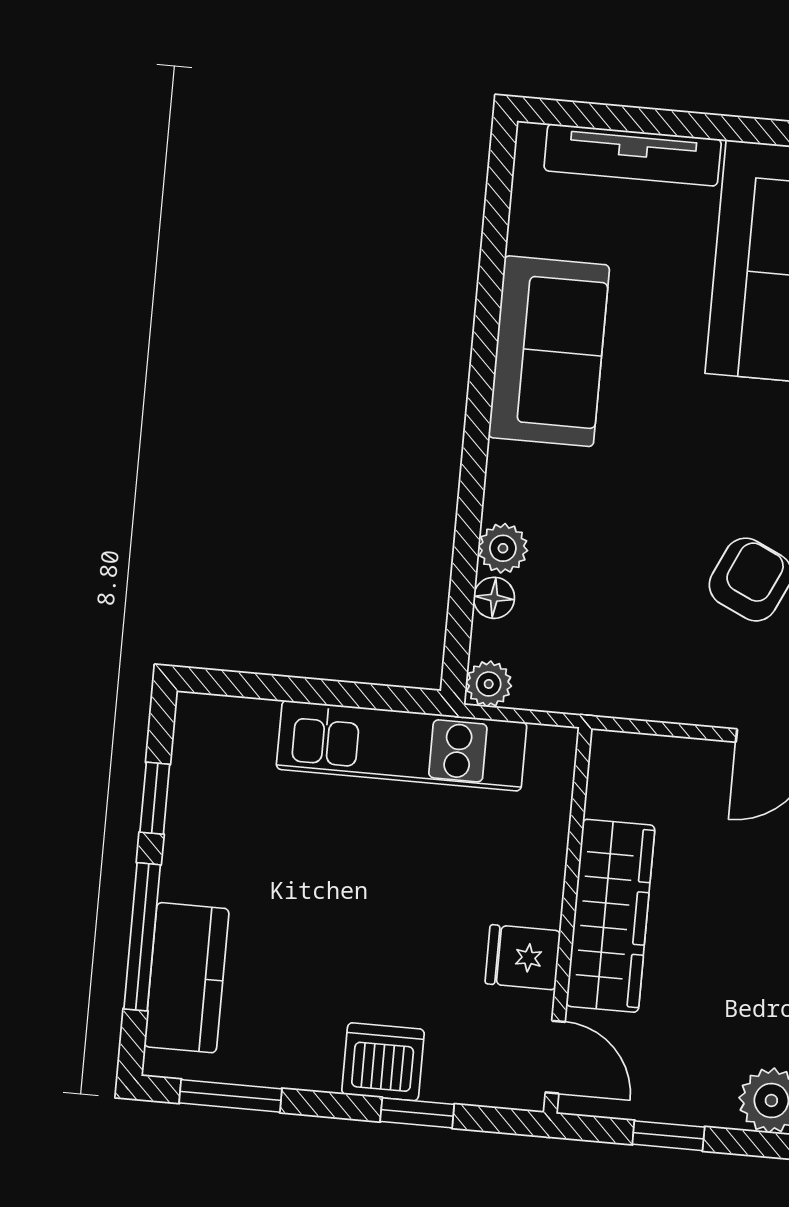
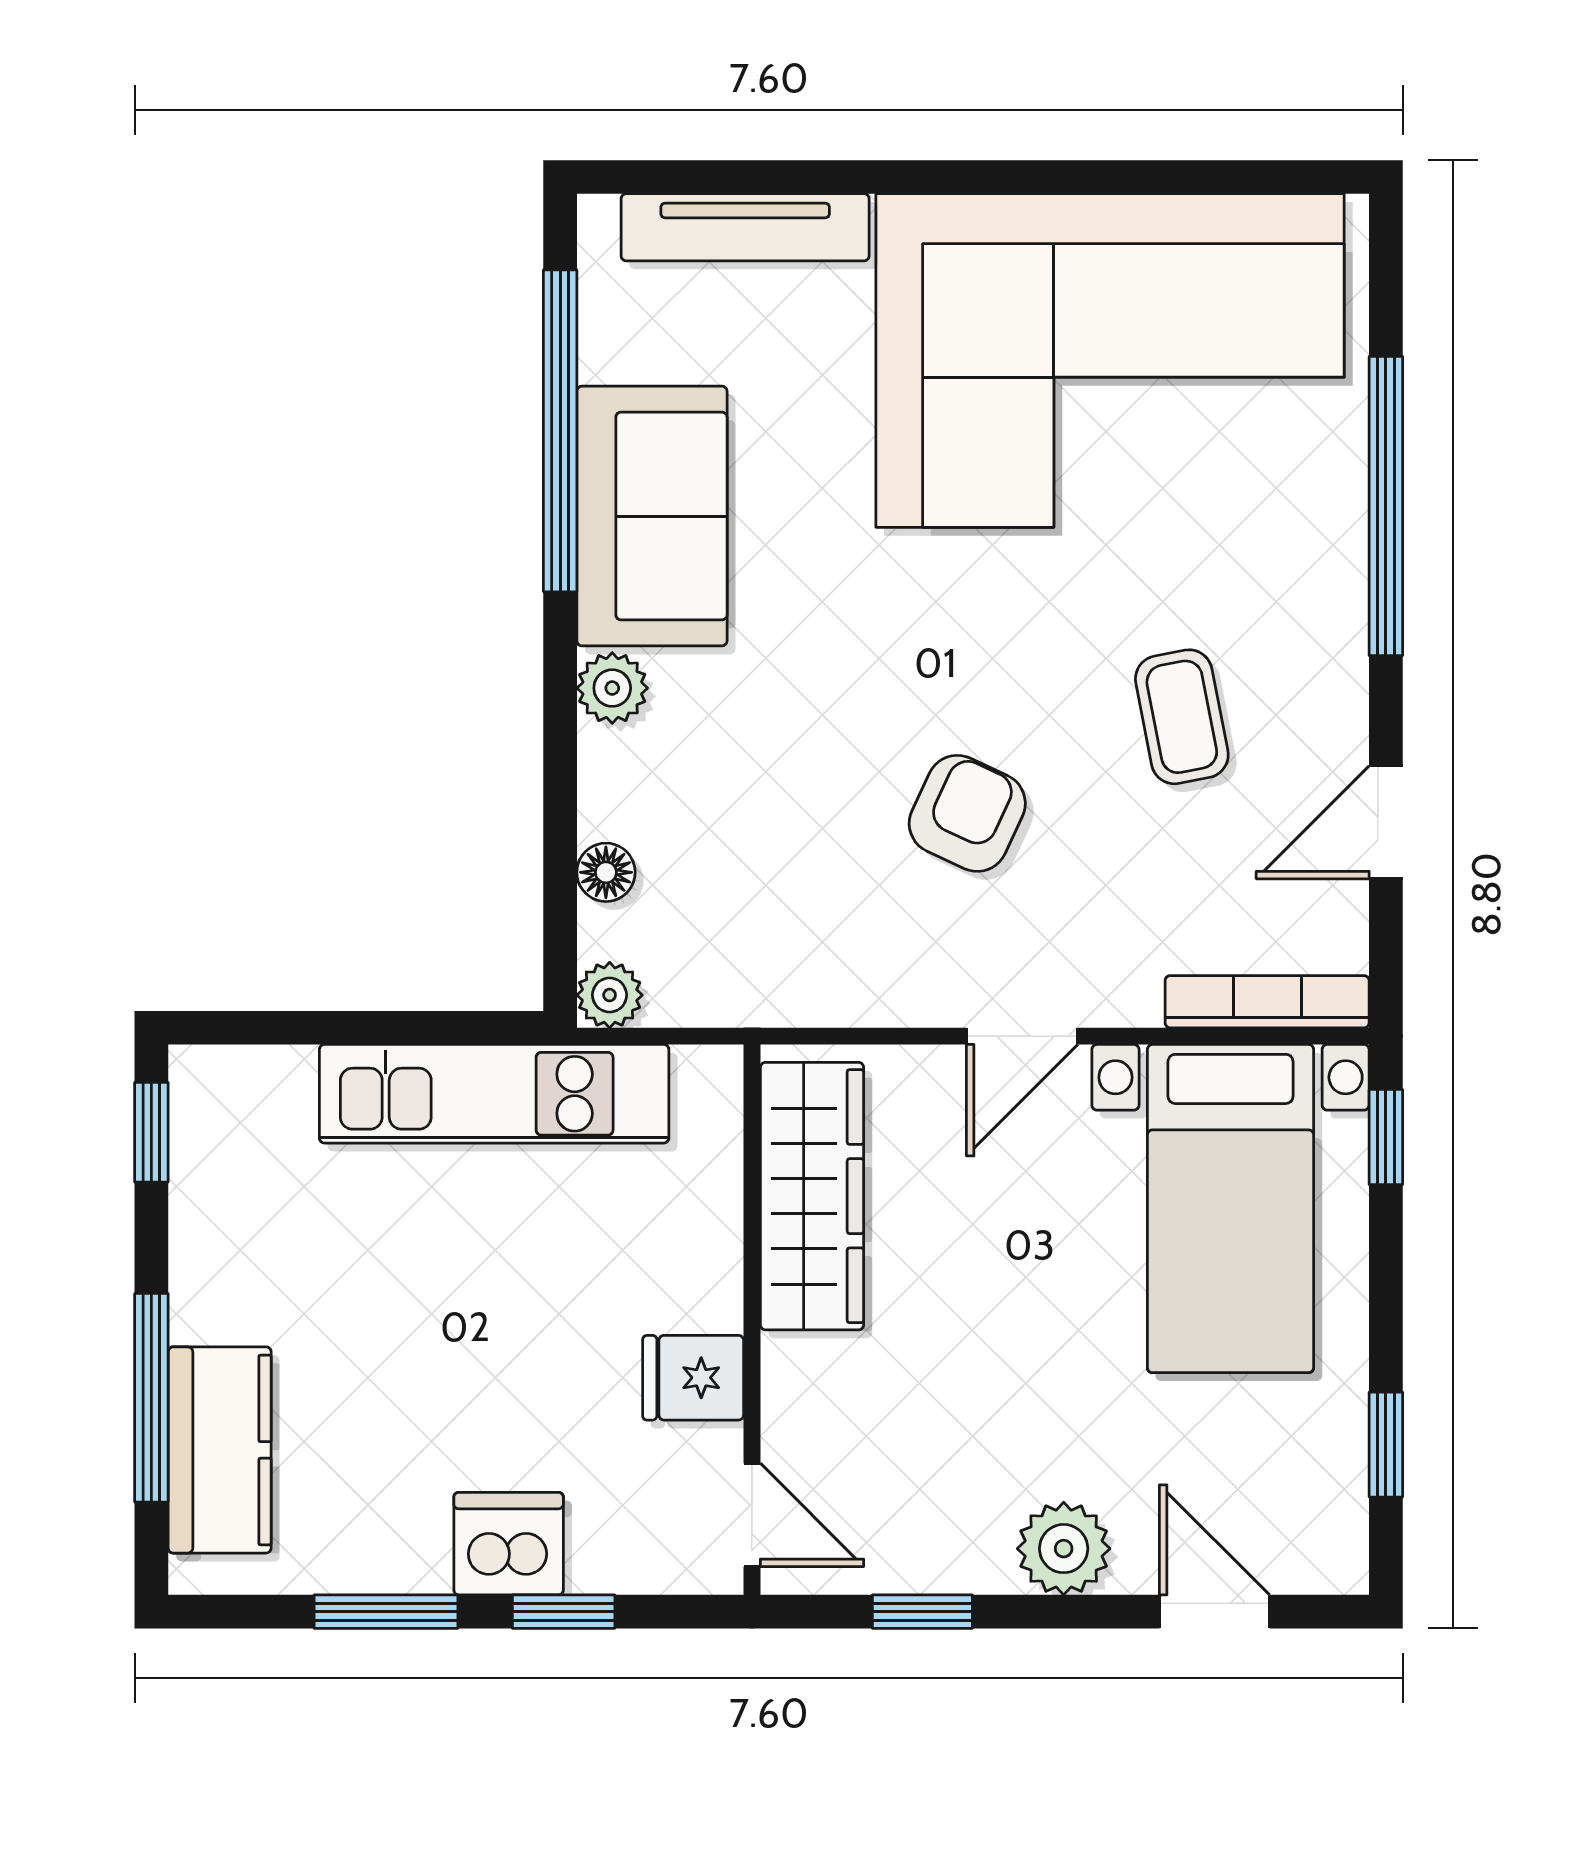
window: (490, 286) -> (560, 431), added
plant: (503, 548) -> (612, 688), moved
window: (155, 798) -> (151, 1132), moved
wardrobe: (611, 916) -> (812, 1196), moved
window: (231, 1096) -> (386, 1612), moved

